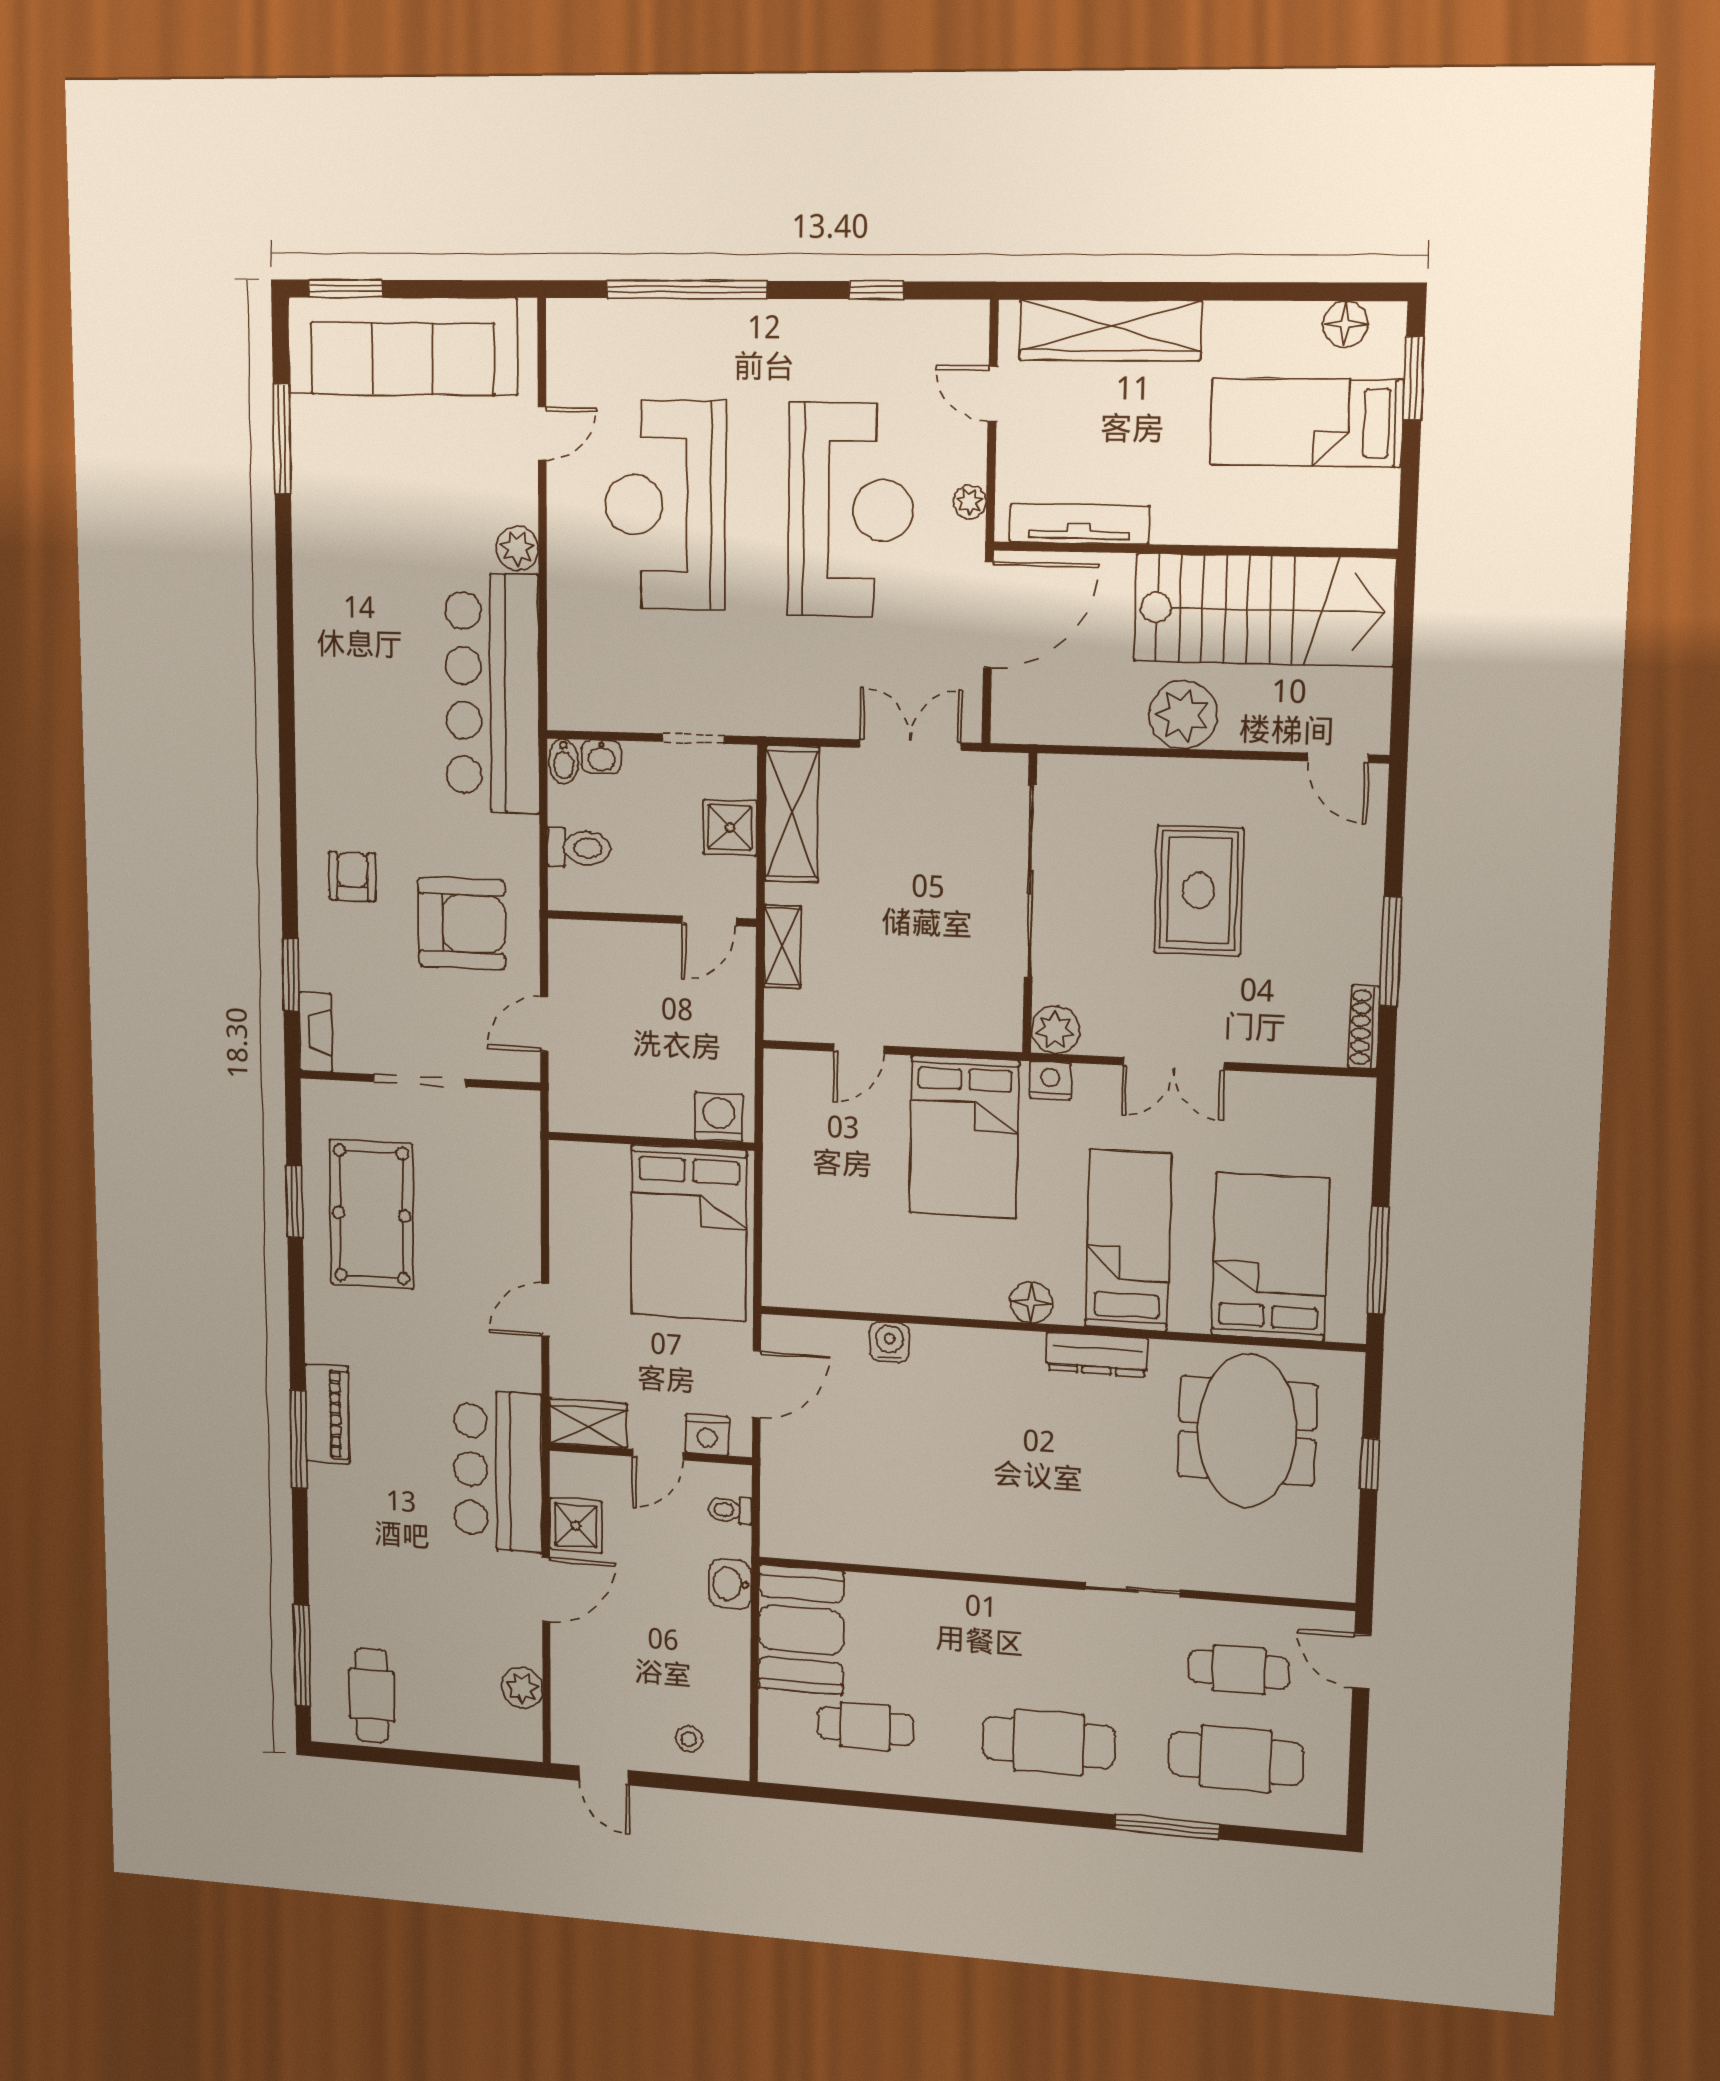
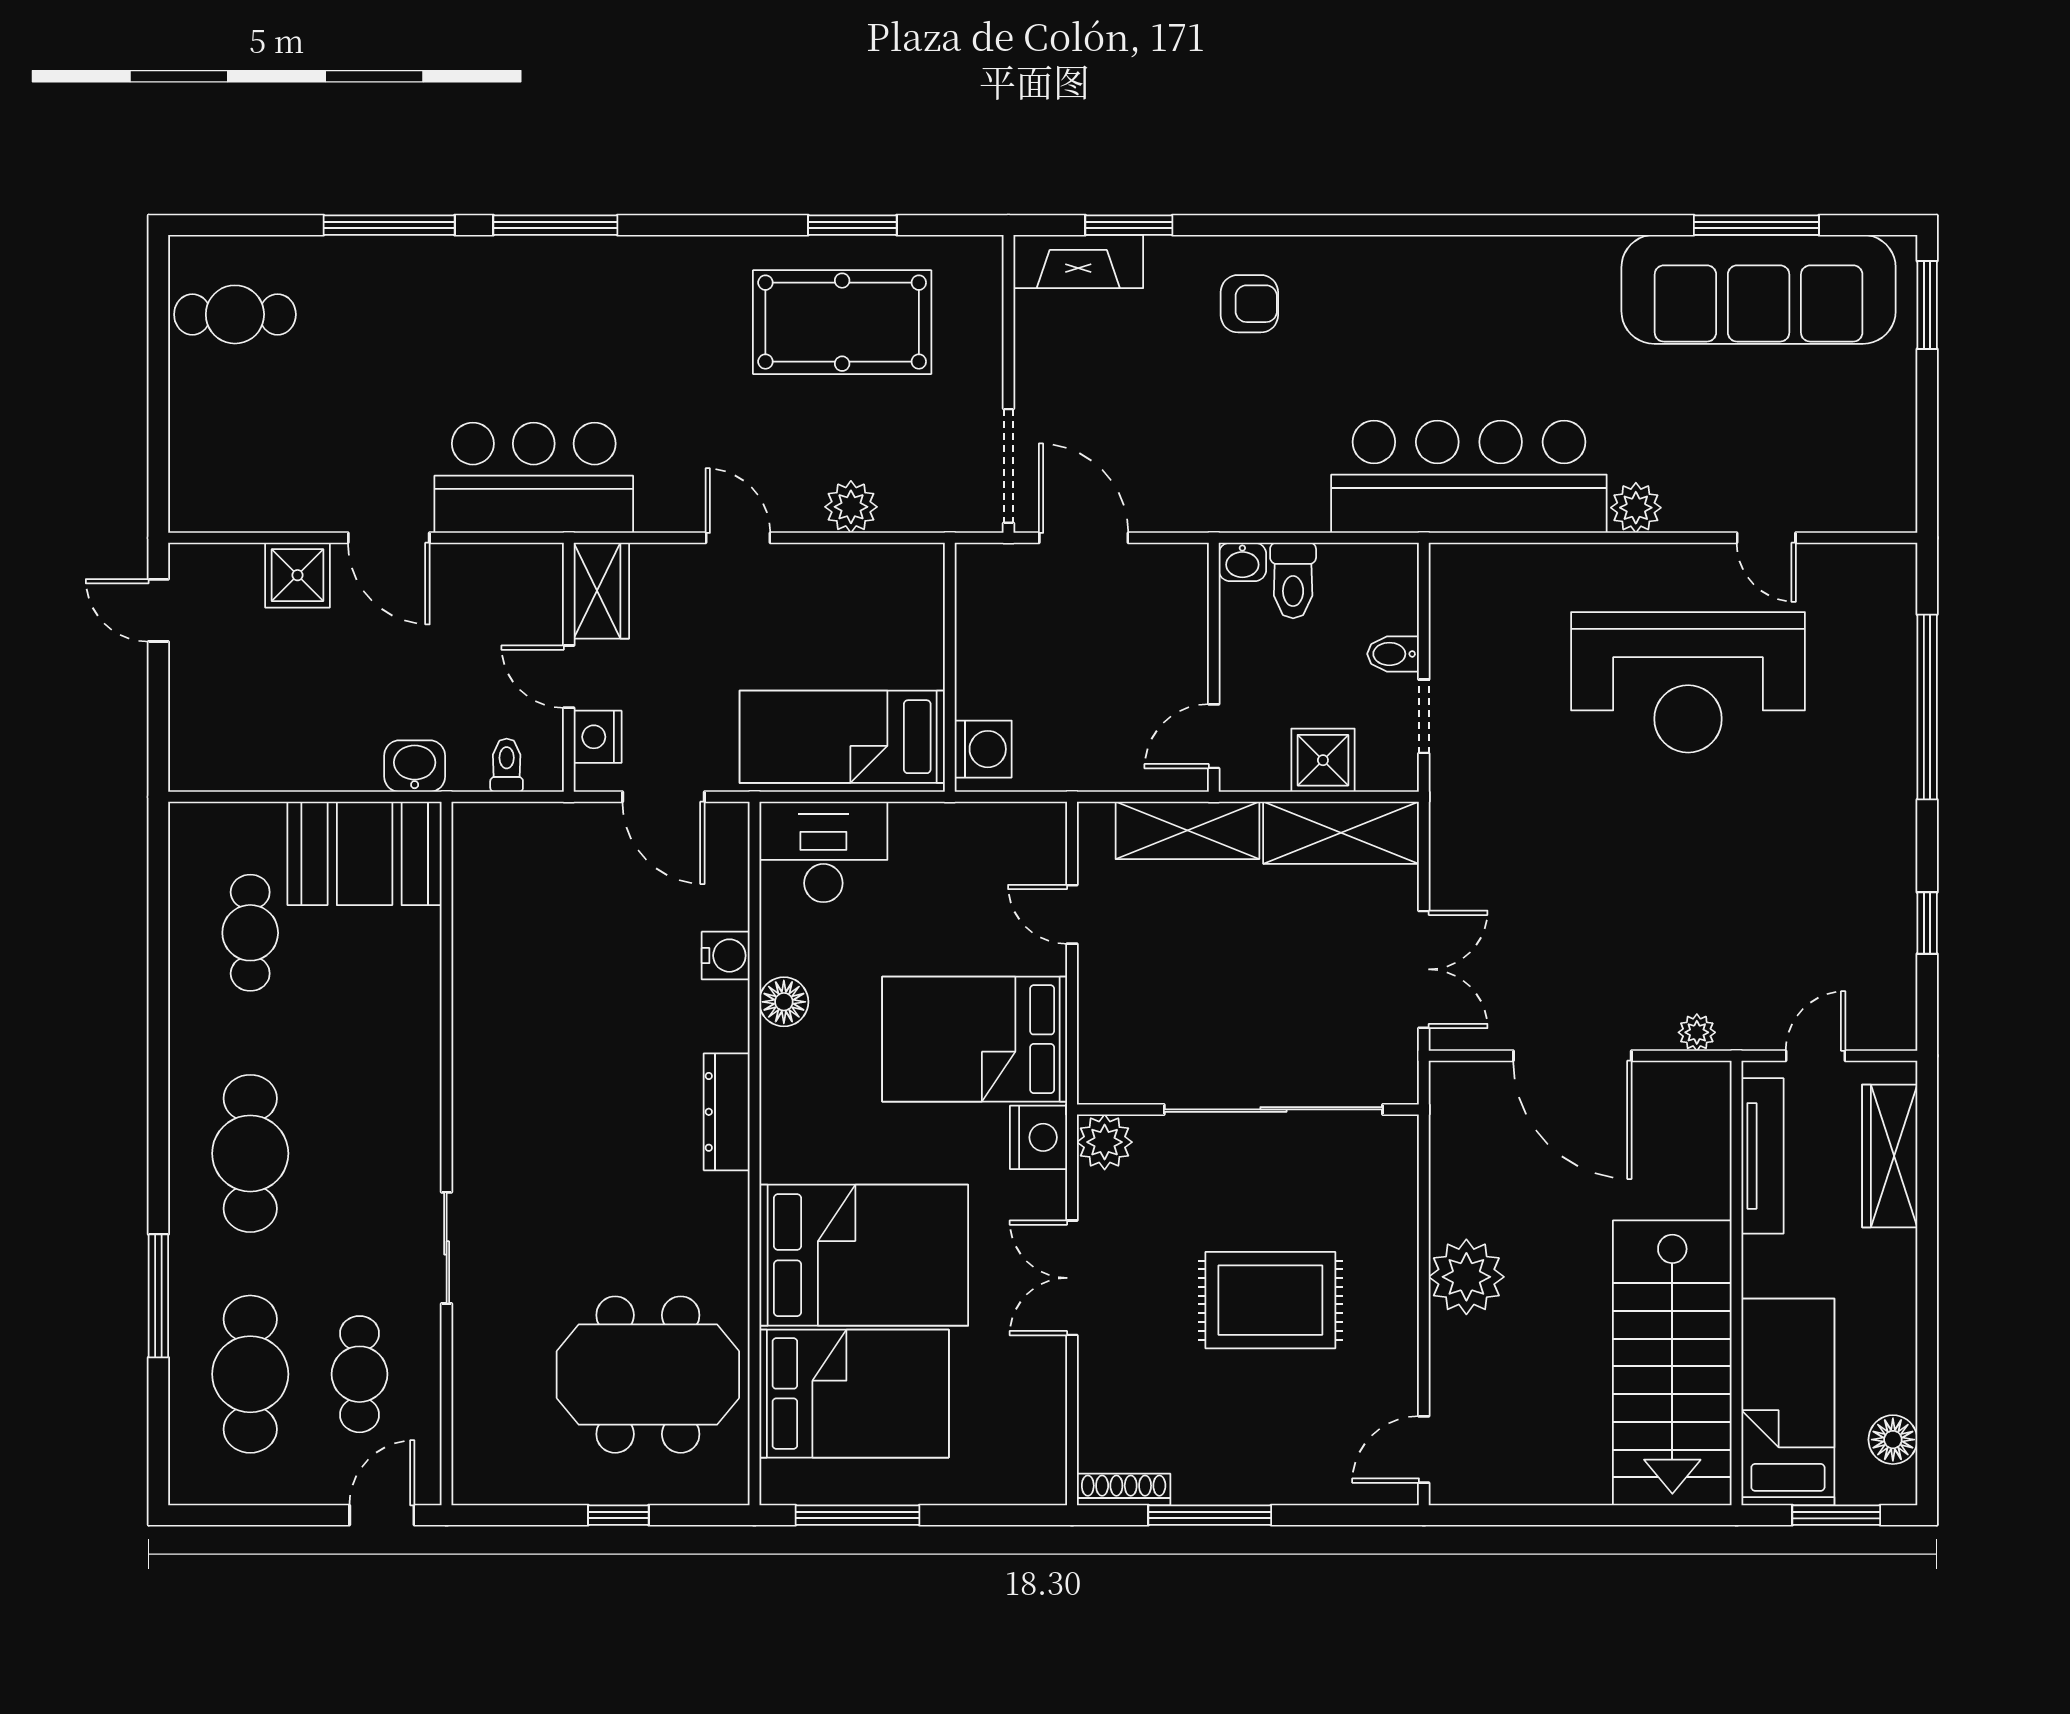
wardrobe: (1110, 330) -> (1890, 1156), width x0.71, depth x0.85
sofa: (402, 346) -> (1759, 289), moved, turned -90
reception desk: (665, 505) -> (1688, 682), turned 180
reception desk: (851, 510) -> (1686, 897), removed
tv unit: (1080, 524) -> (1762, 1156), moved
wall: (1193, 550) -> (1737, 1283), moved
stairs: (1264, 610) -> (1672, 1363), moved
washbasin: (601, 757) -> (1242, 562), moved, turned -90
bidet: (564, 761) -> (1393, 654), moved
door: (709, 921) -> (1214, 736), hinge flipped
armchair: (462, 923) -> (1199, 438), removed
shelving: (782, 946) -> (1187, 830), width x1.50, depth x1.33
door: (544, 1024) -> (1084, 538), width x1.38
fireplace: (316, 1032) -> (1078, 262), width x1.37, depth x1.32
doorway: (420, 1080) -> (1008, 466), moved
nightstand: (1050, 1081) -> (1039, 1137), width x1.36, depth x1.33
bed: (689, 1233) -> (842, 737), width x0.67
bed: (1128, 1240) -> (864, 1255), width x1.50
desk: (804, 1255) -> (823, 852), added
floor lamp: (1031, 1302) -> (784, 1002), moved
dresser: (1097, 1355) -> (727, 1112), moved
piano: (327, 1414) -> (590, 262), removed
shower: (576, 1525) -> (297, 575), moved
window: (302, 1656) -> (389, 225), moved
plant: (522, 1688) -> (851, 507), moved
stool: (689, 1739) -> (215, 716), removed
door: (604, 1775) -> (158, 610), hinge flipped

